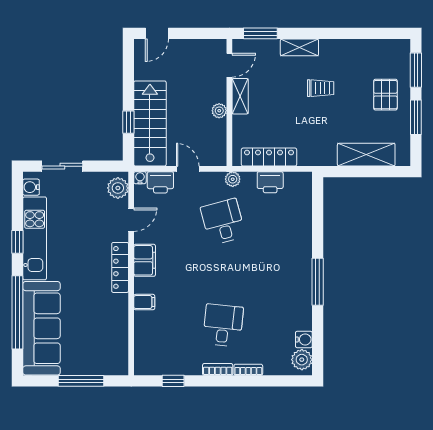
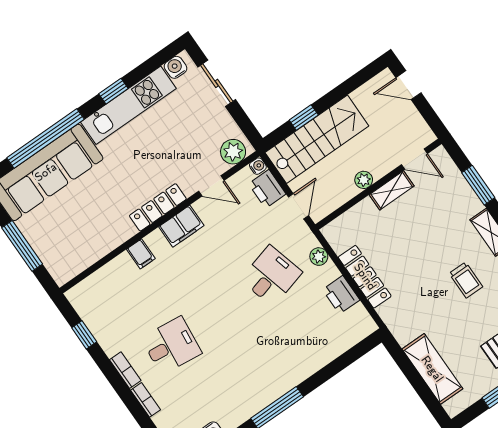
door: (229, 65) -> (414, 159), moved
shelving: (240, 96) -> (392, 190), moved
wall: (229, 103) -> (378, 184), moved
plant: (219, 111) -> (364, 180), moved

